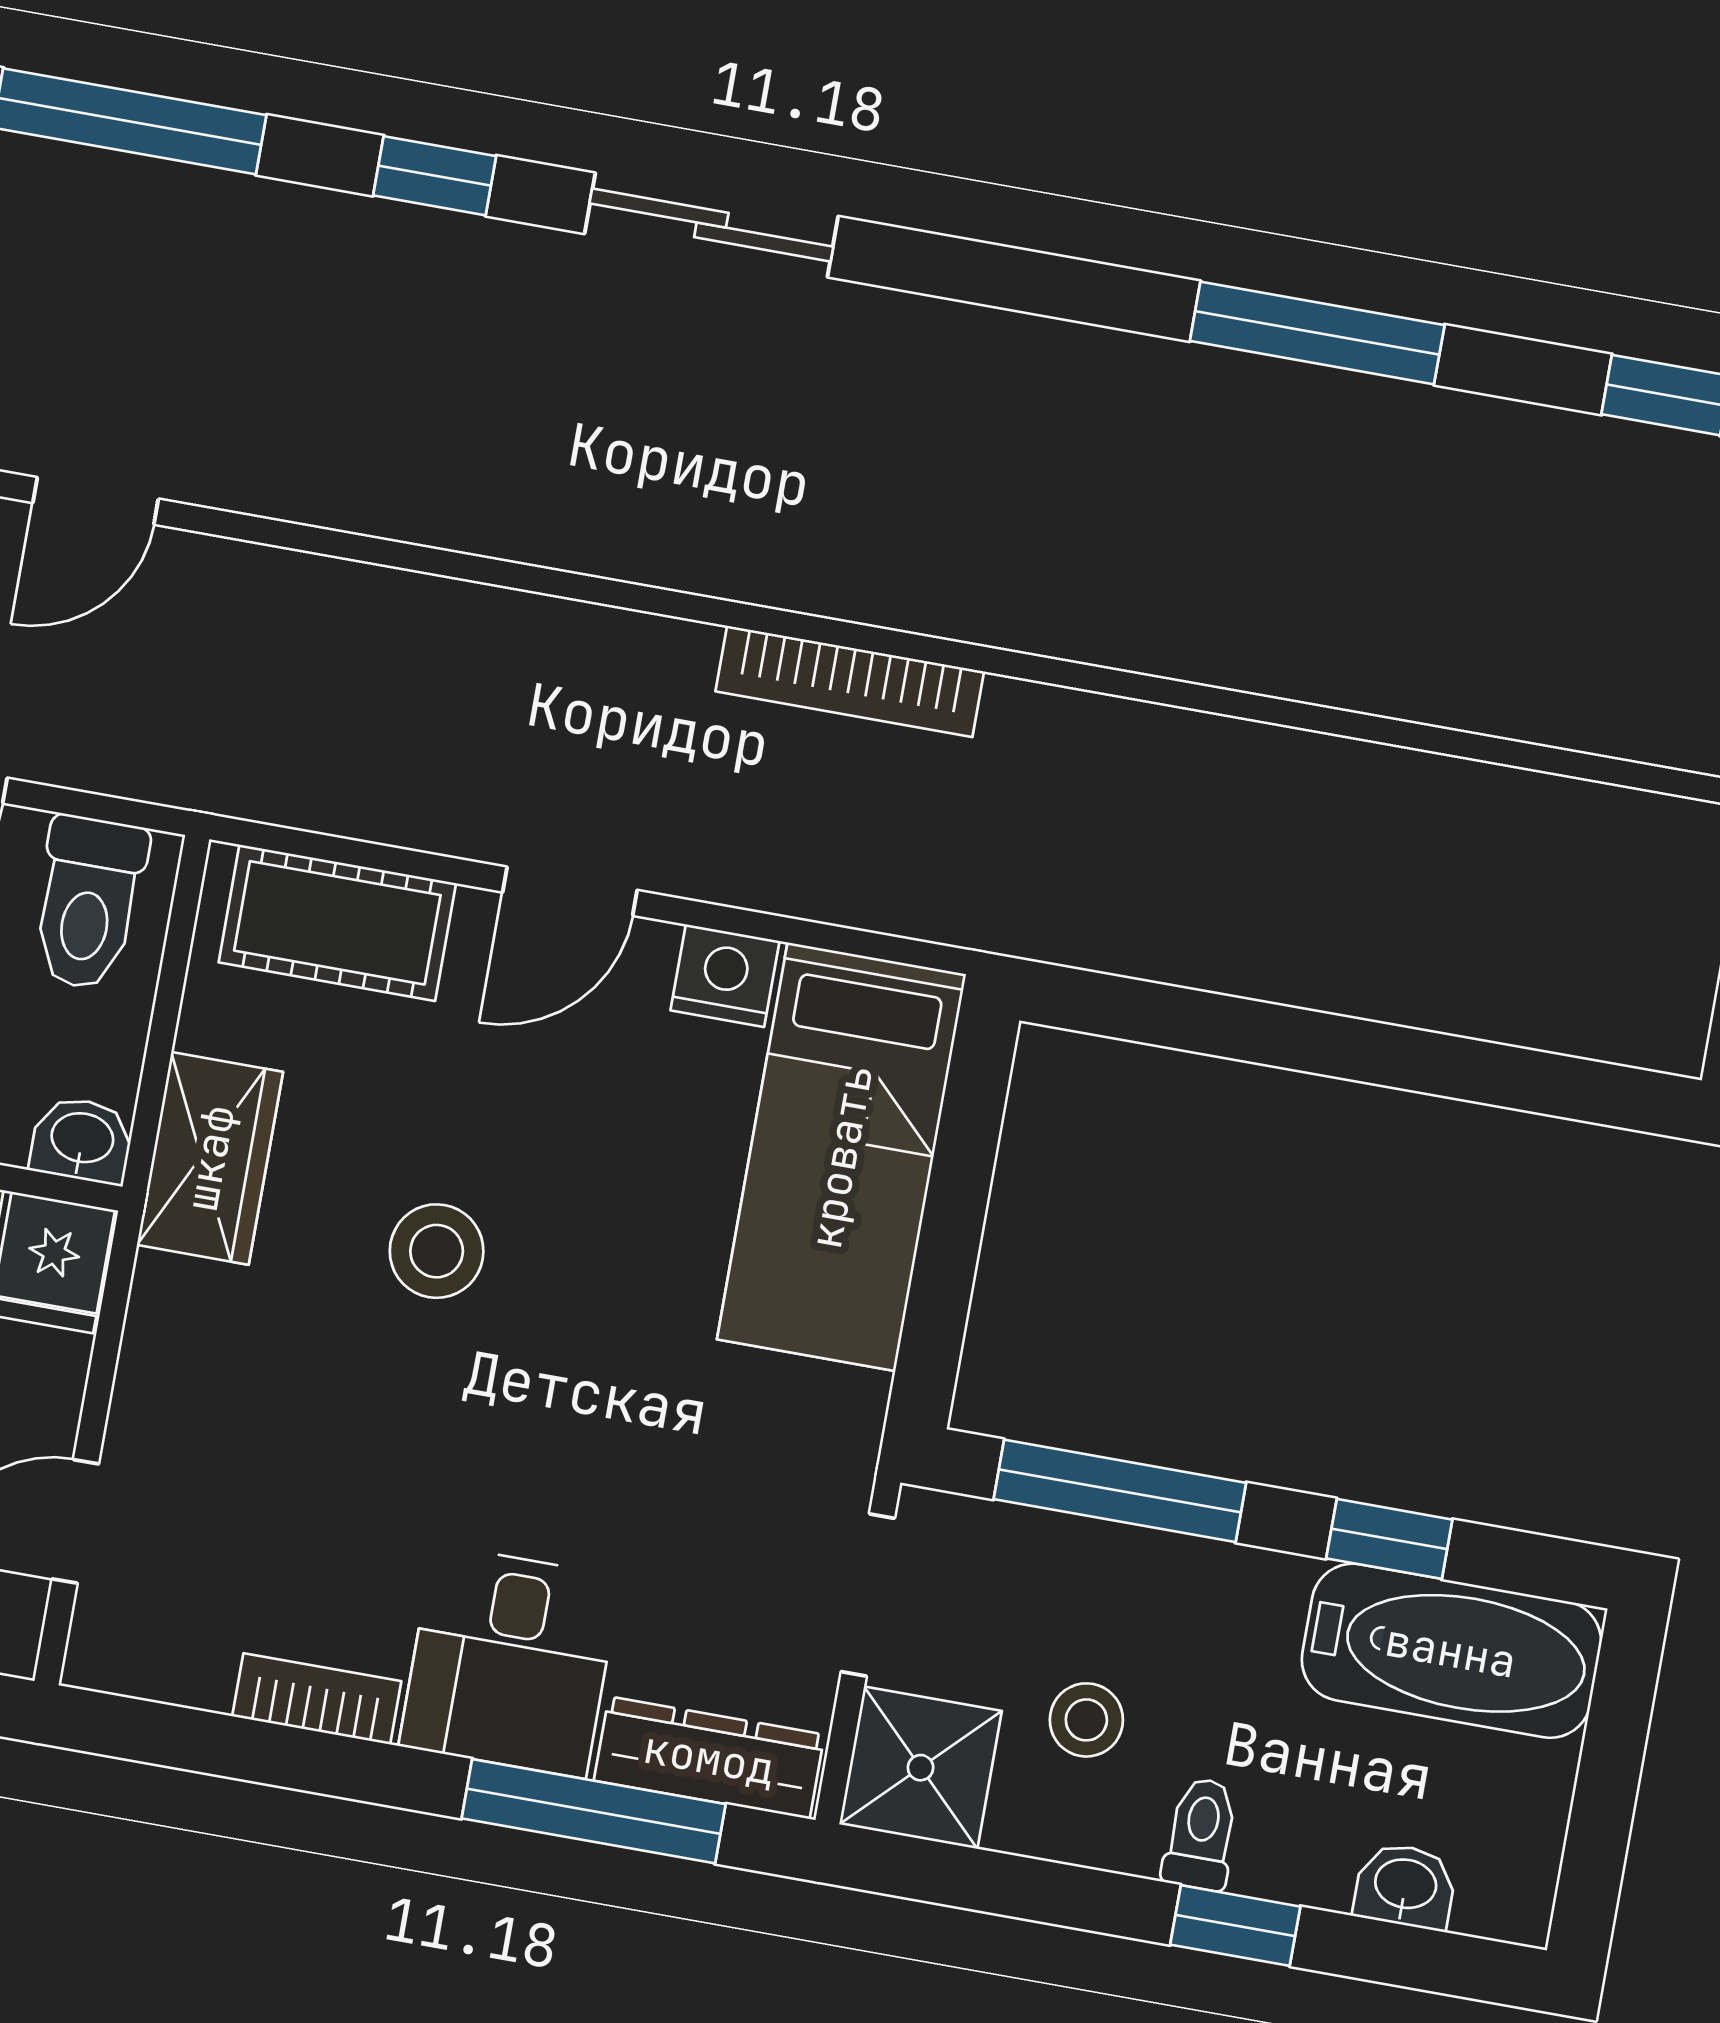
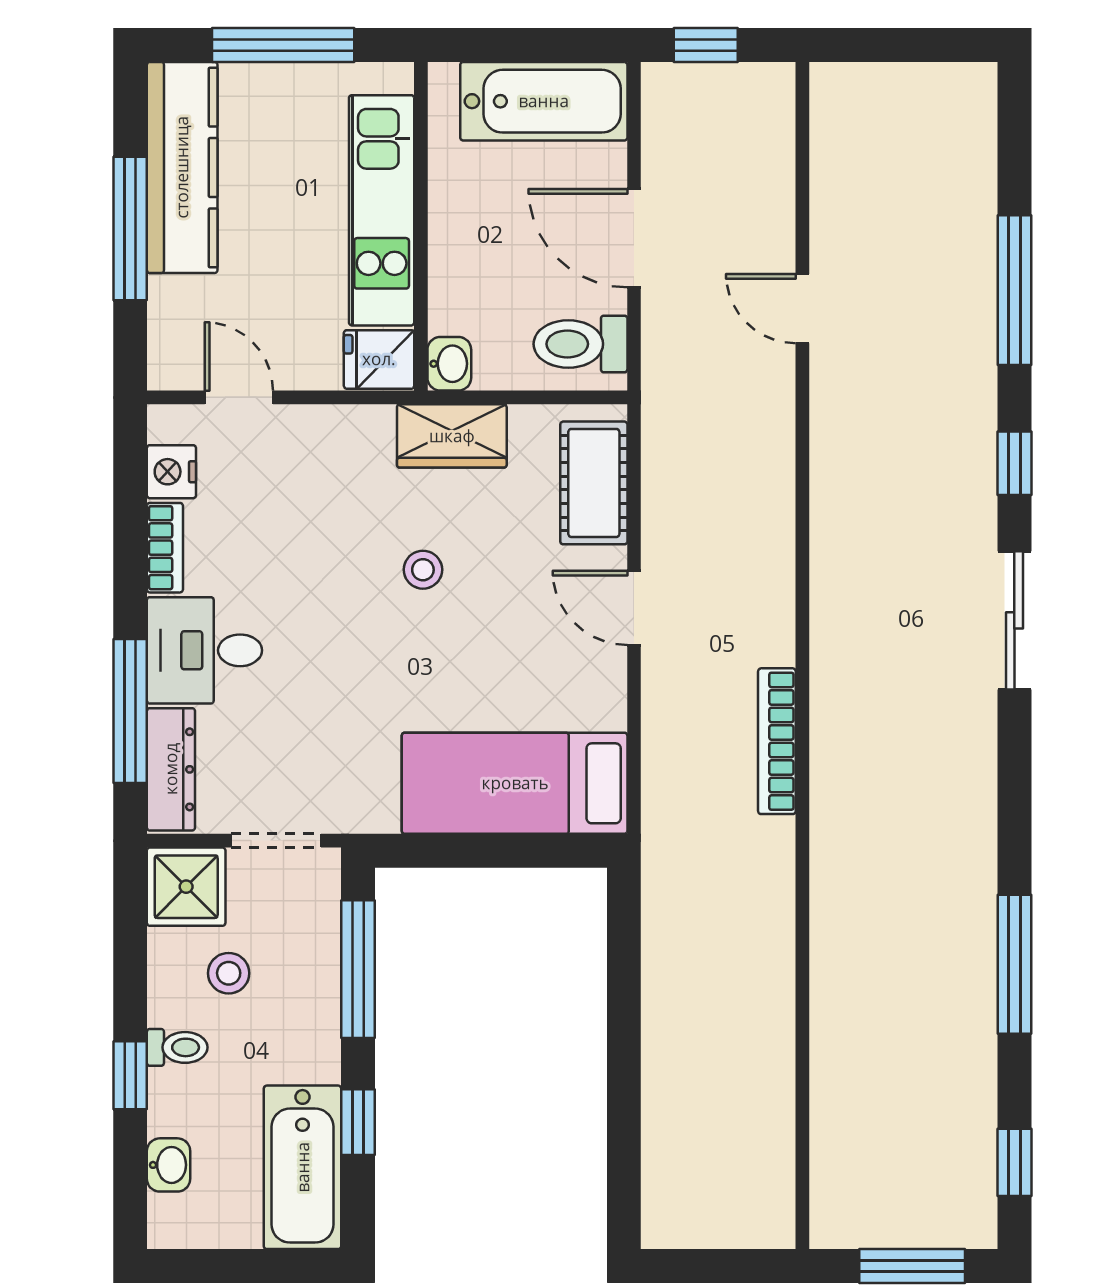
nightstand: (725, 976) -> (171, 472), moved, turned 180
stool: (437, 1251) -> (423, 570), width x0.73, depth x0.73

